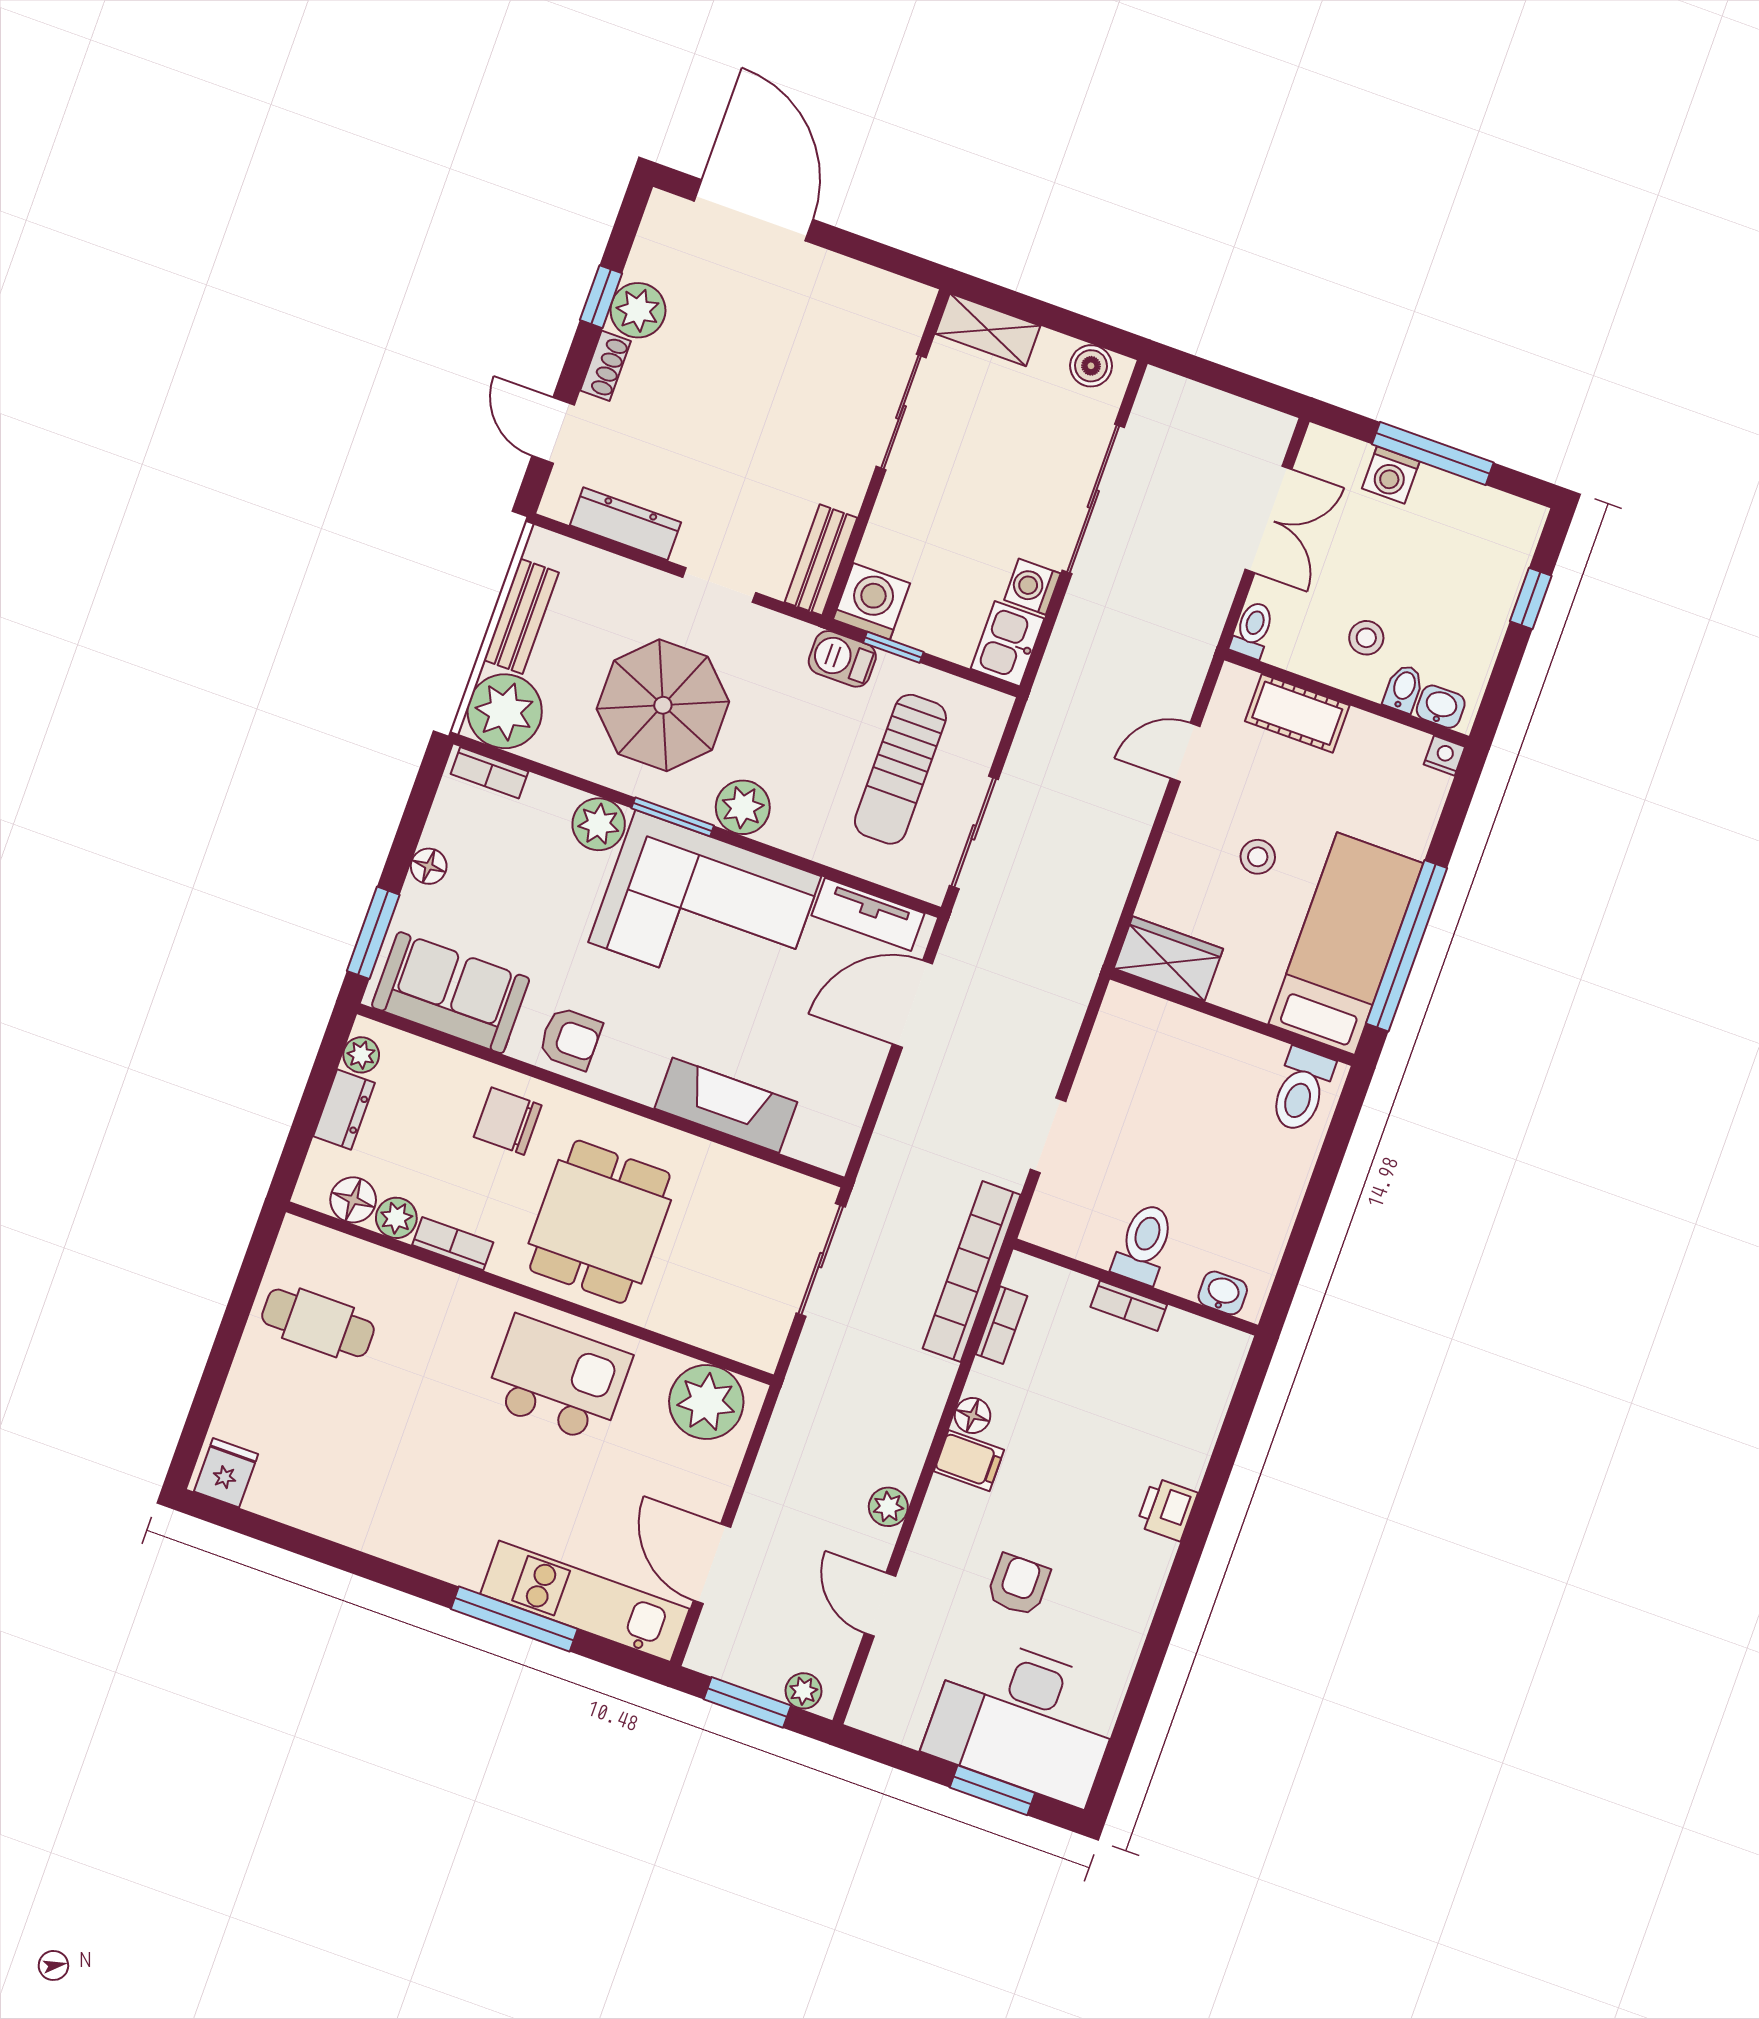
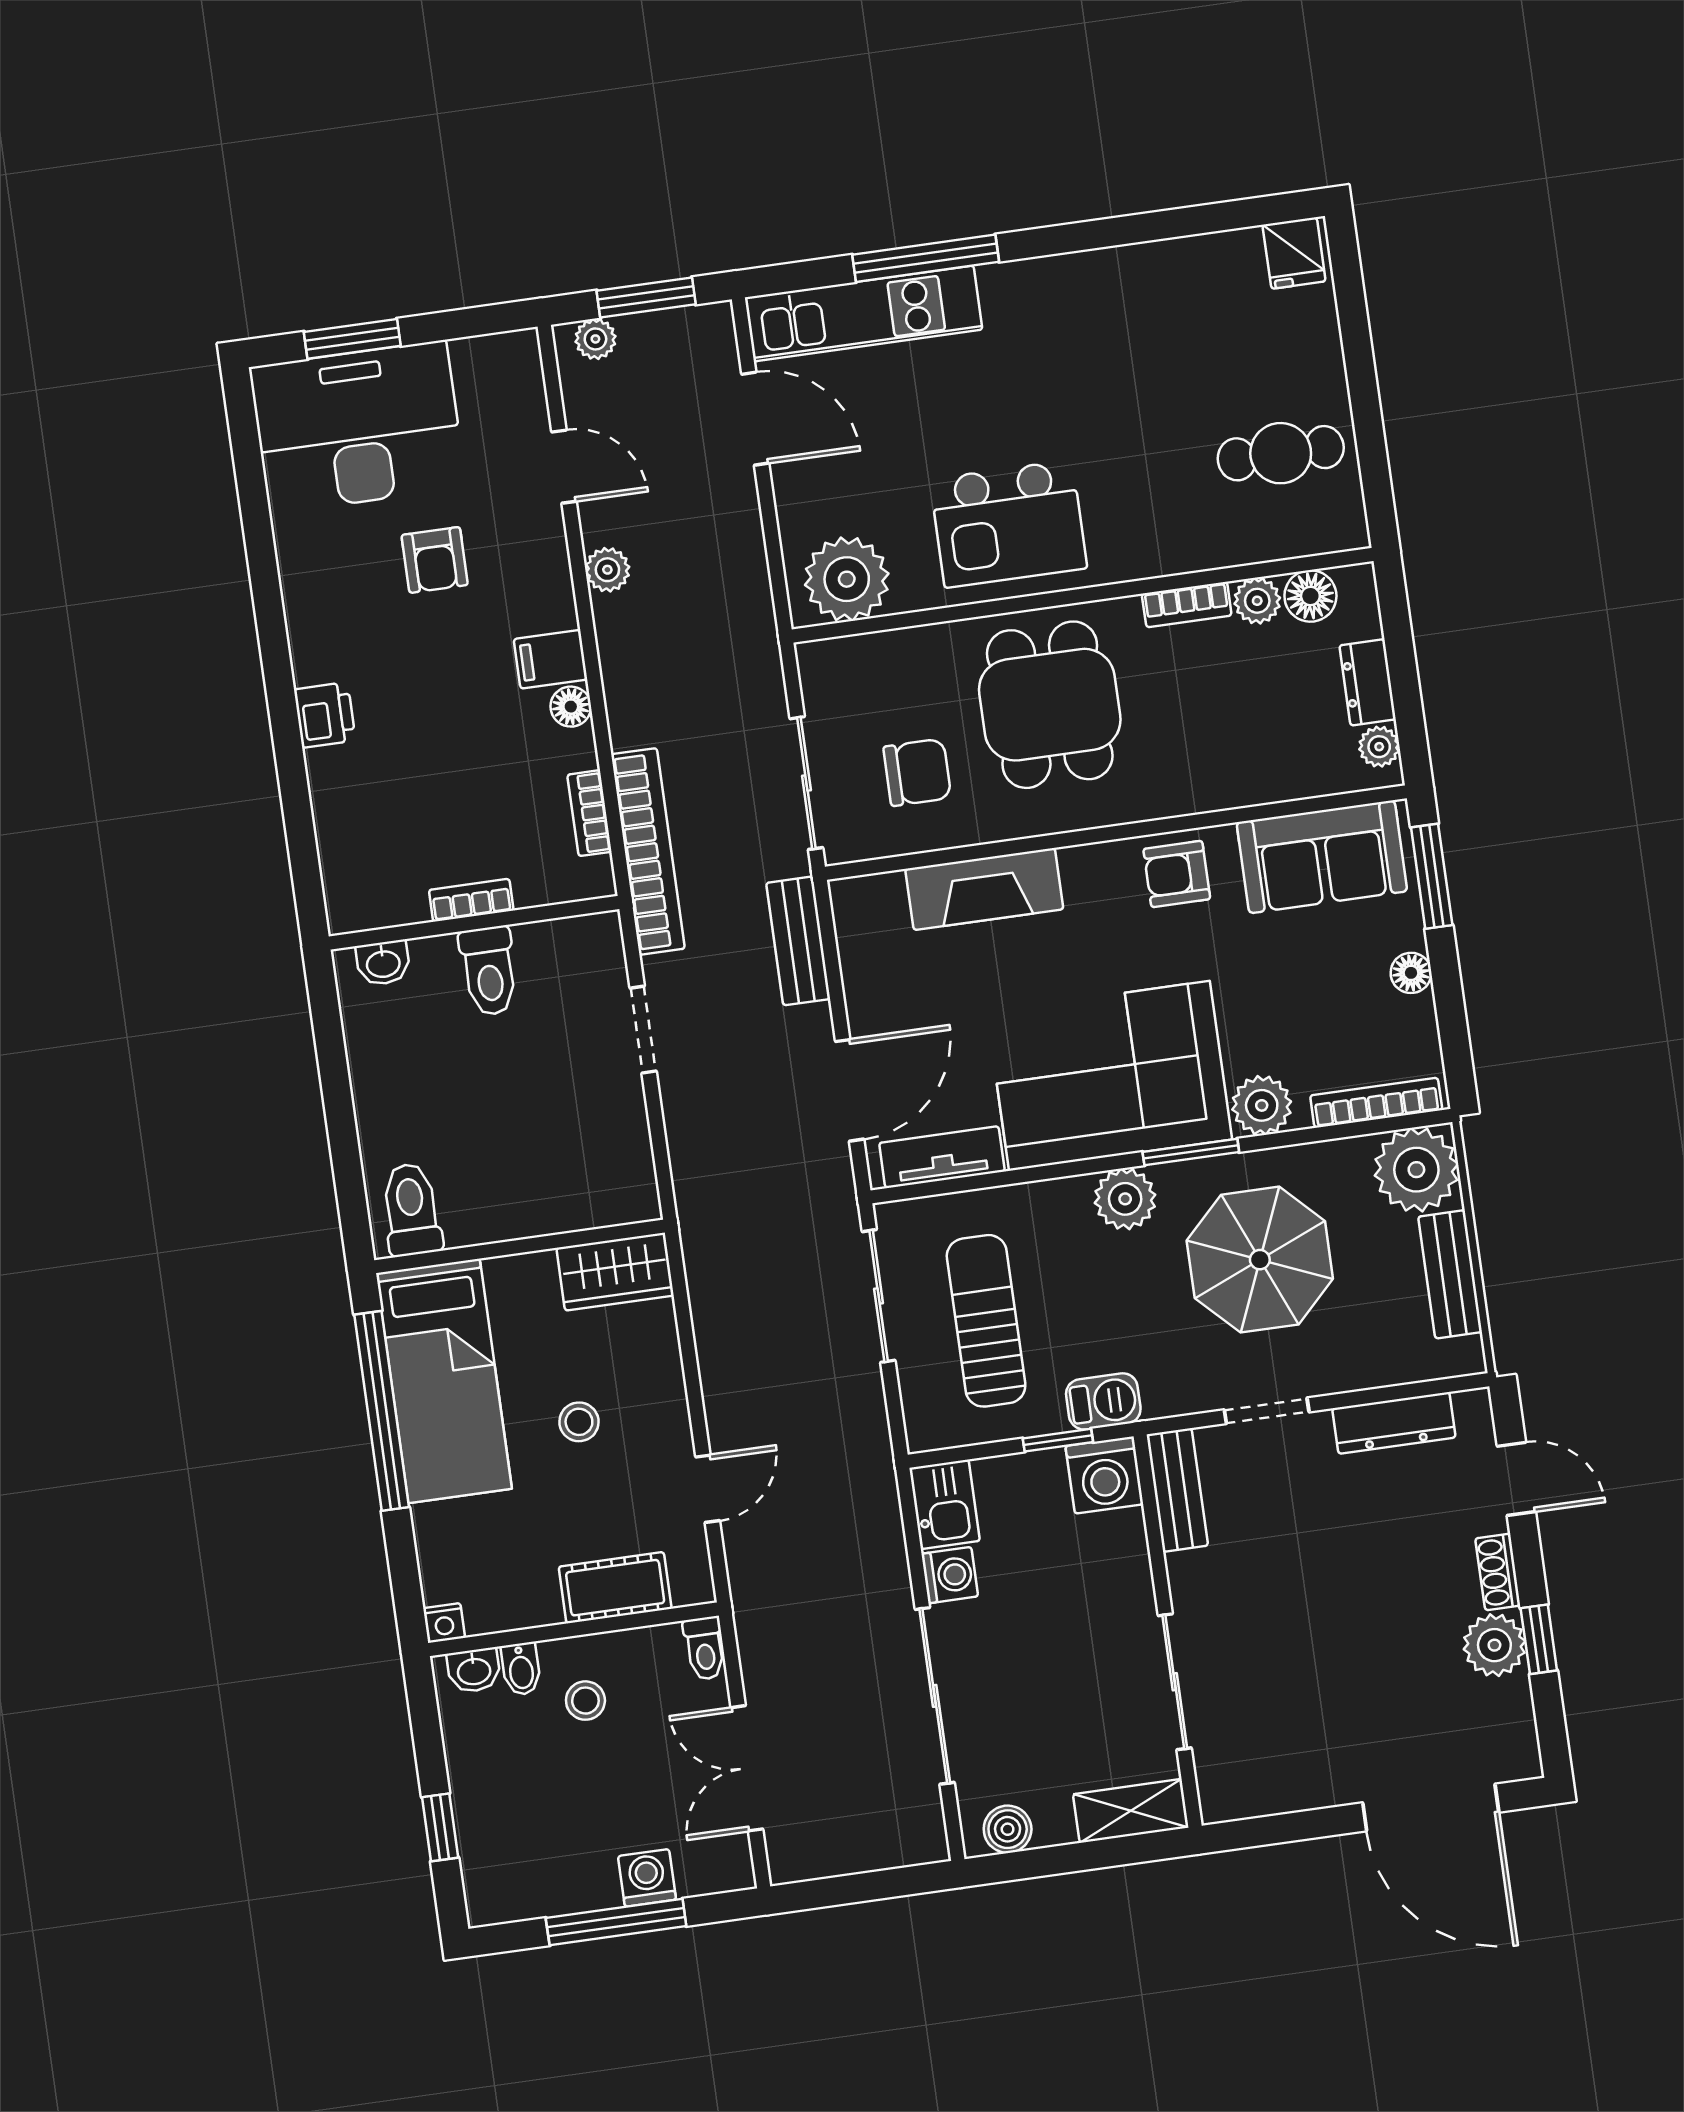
bookcase: (490, 773) -> (1376, 1103), width x1.56
chair: (508, 1121) -> (917, 772), moved
bench: (892, 1141) -> (798, 941), added

